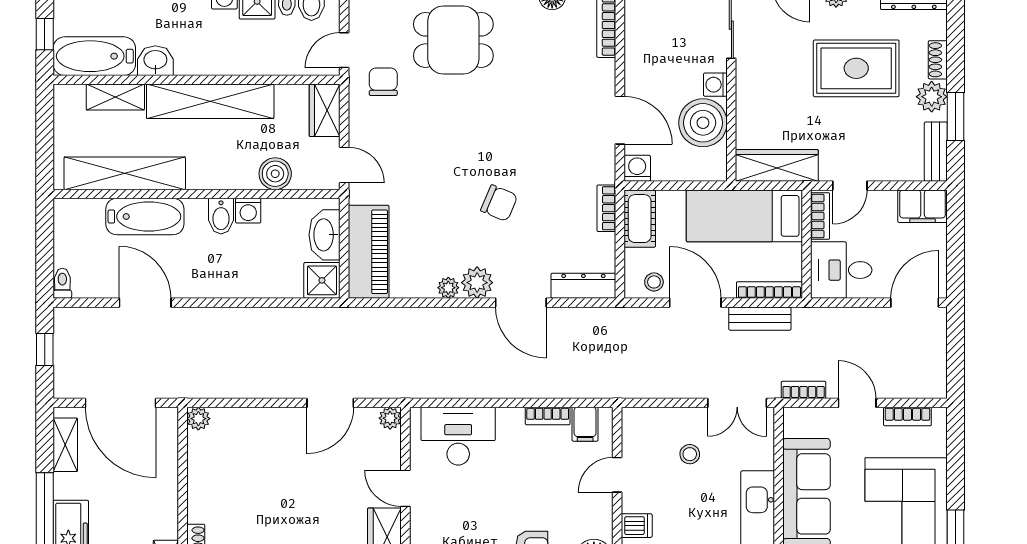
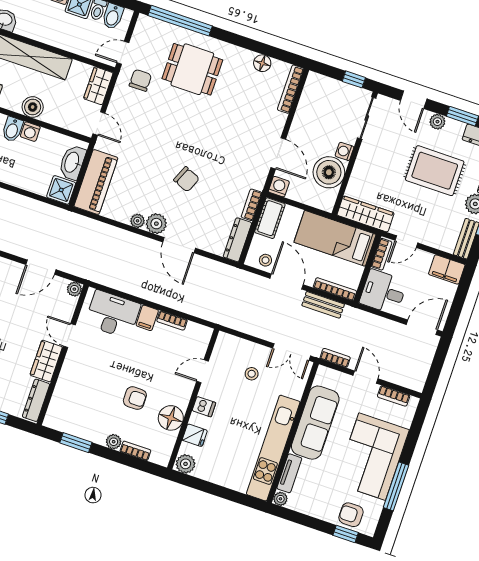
boiler: (275, 174) -> (33, 107), moved
dresser: (583, 286) -> (237, 240), moved, turned -90
filing cabinet: (585, 424) -> (147, 318), moved

